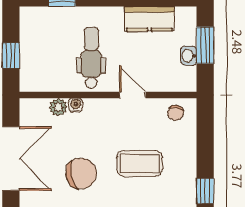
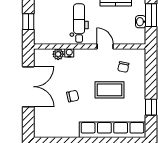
chair: (175, 113) -> (123, 67), moved
chair: (81, 173) -> (73, 96), width x0.54, depth x0.54

